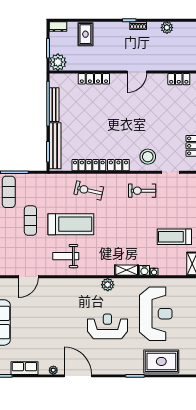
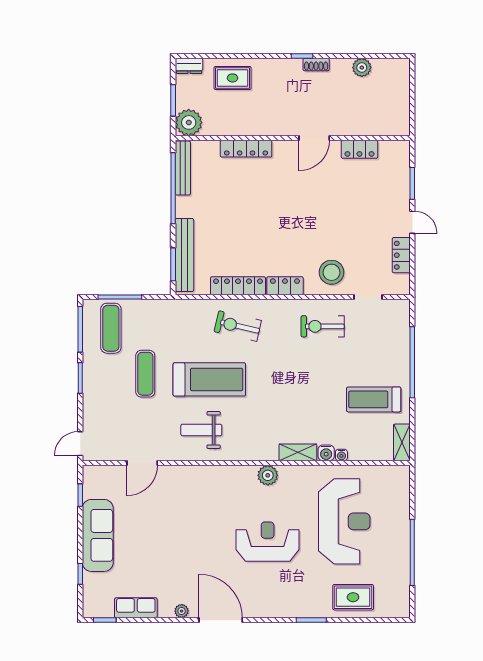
rug: (85, 34) -> (233, 78), turned 90
locker: (179, 79) -> (359, 149), moved
bench: (54, 105) -> (183, 168), moved
rug: (161, 361) -> (353, 597), width x0.73, depth x0.70

